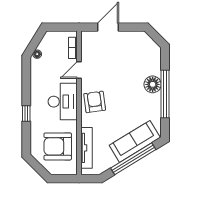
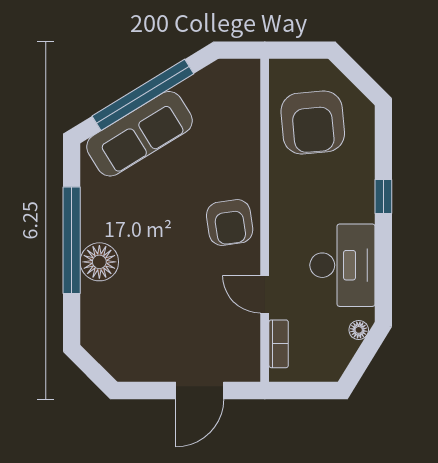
door: (79, 70) -> (265, 294), swing flipped
desk: (63, 102) -> (342, 265), moved, turned 180
armchair: (58, 146) -> (313, 122), turned 85
tv unit: (86, 148) -> (248, 119), removed

